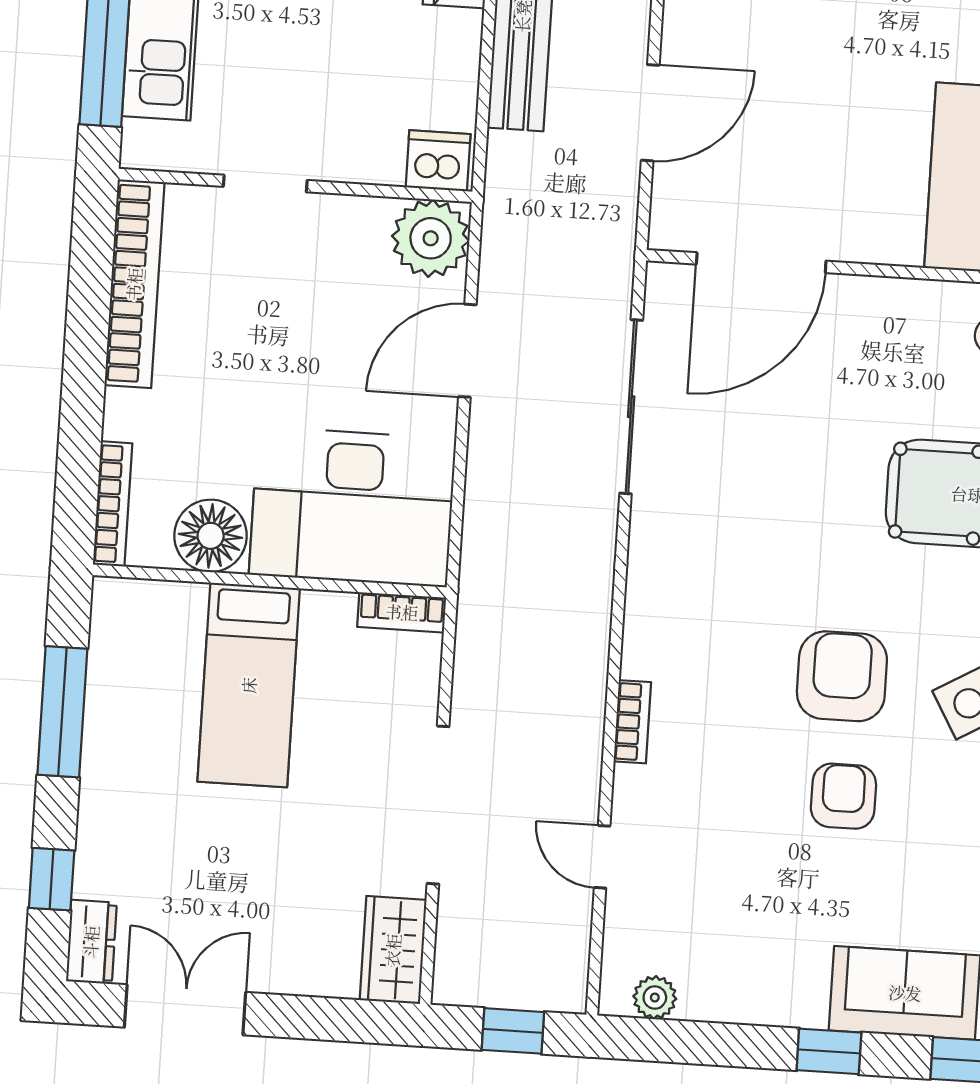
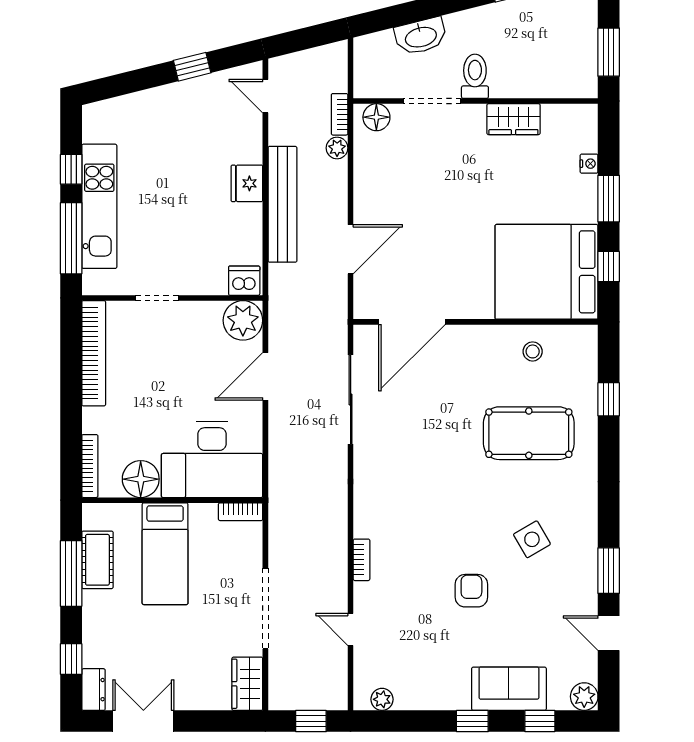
armchair: (842, 676) -> (467, 530), removed
cot: (116, 688) -> (97, 560), added

